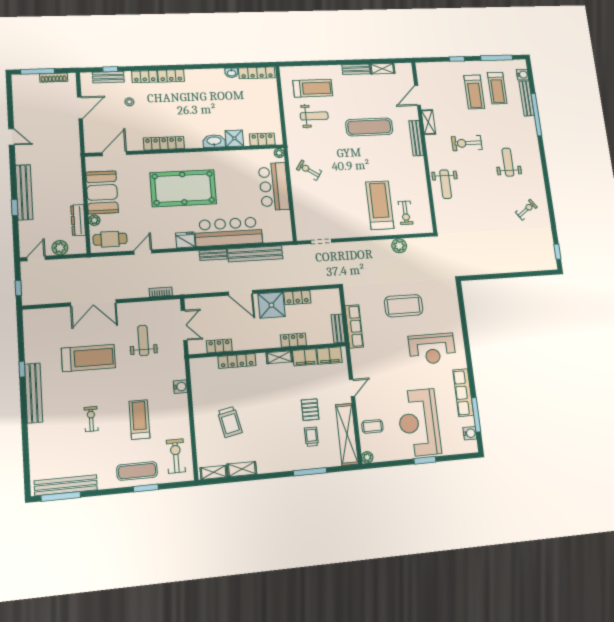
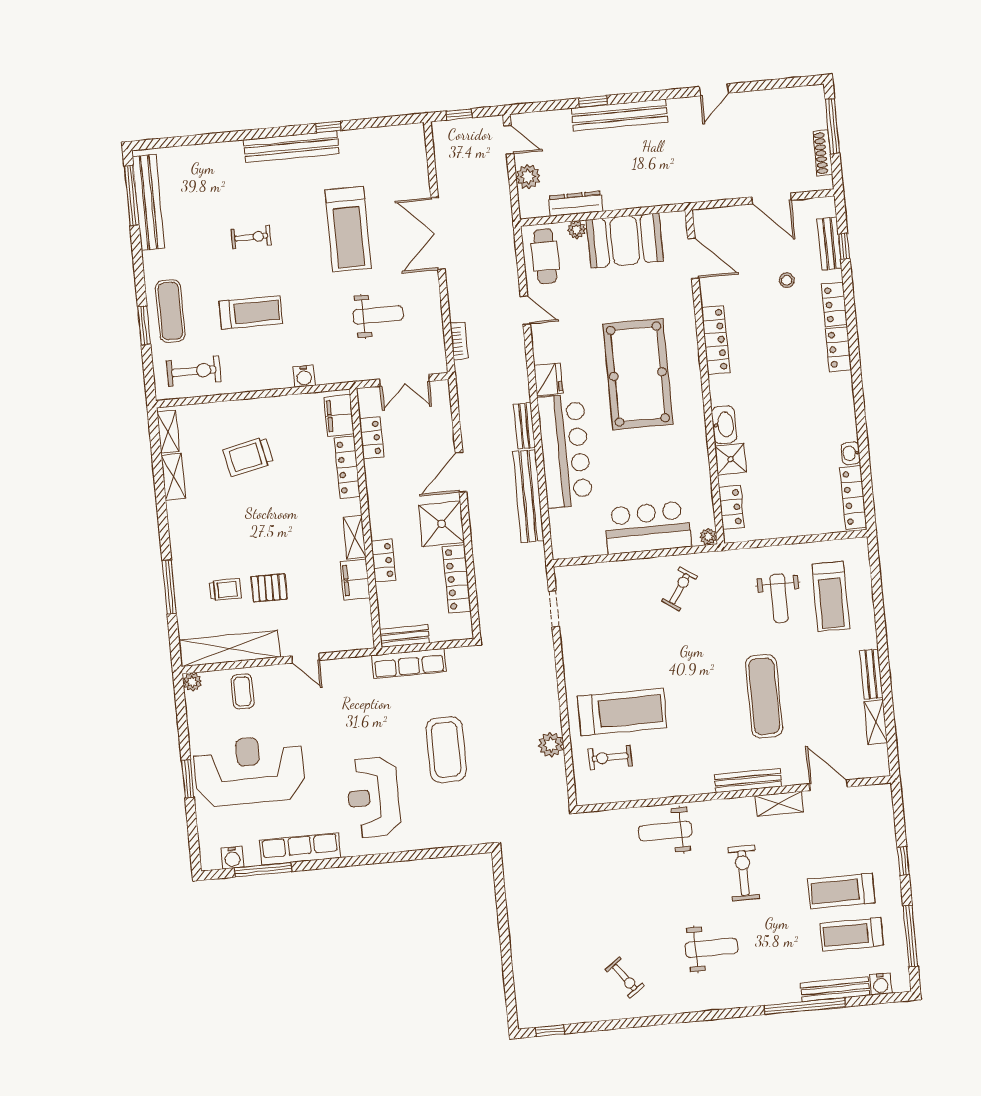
locker: (297, 297) -> (457, 579), width x1.53
filing cabinet: (329, 356) -> (339, 415), moved

